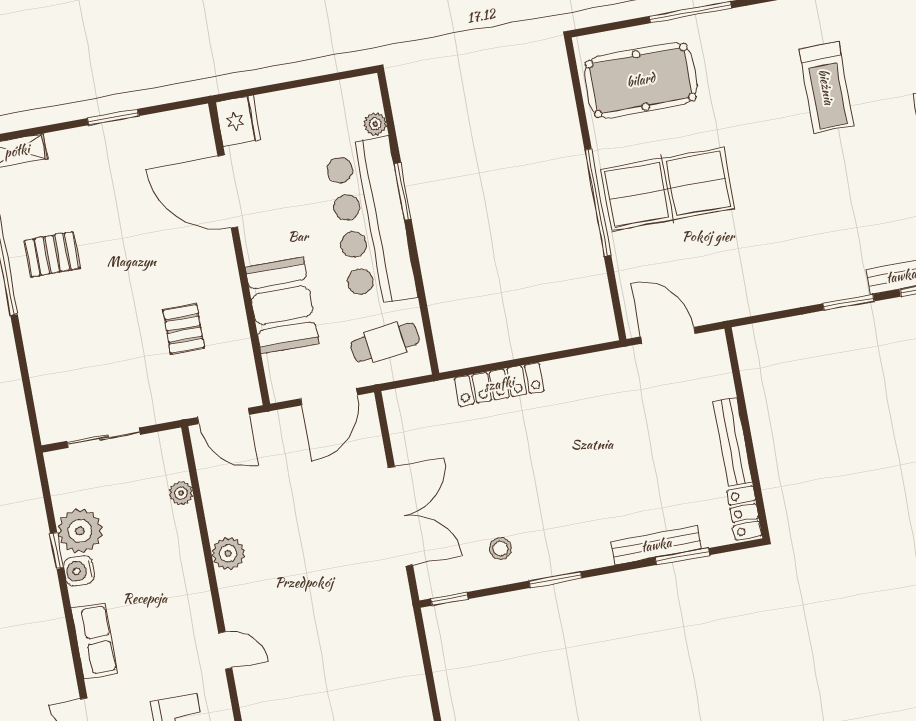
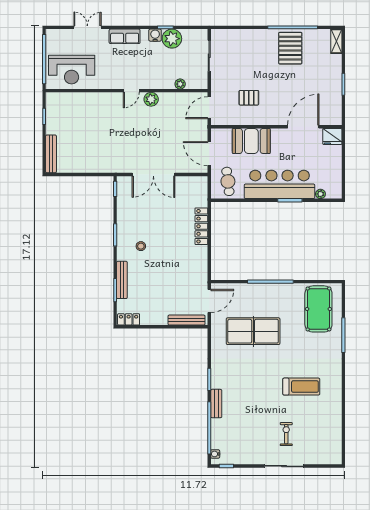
treadmill: (826, 87) -> (301, 387), turned 180
table tennis table: (668, 189) -> (253, 331), moved, turned 90
pallet: (52, 254) -> (290, 48), width x1.50, depth x1.42
bench: (733, 442) -> (187, 320), moved
stool: (501, 549) -> (141, 246), moved
door: (225, 650) -> (131, 91), moved

